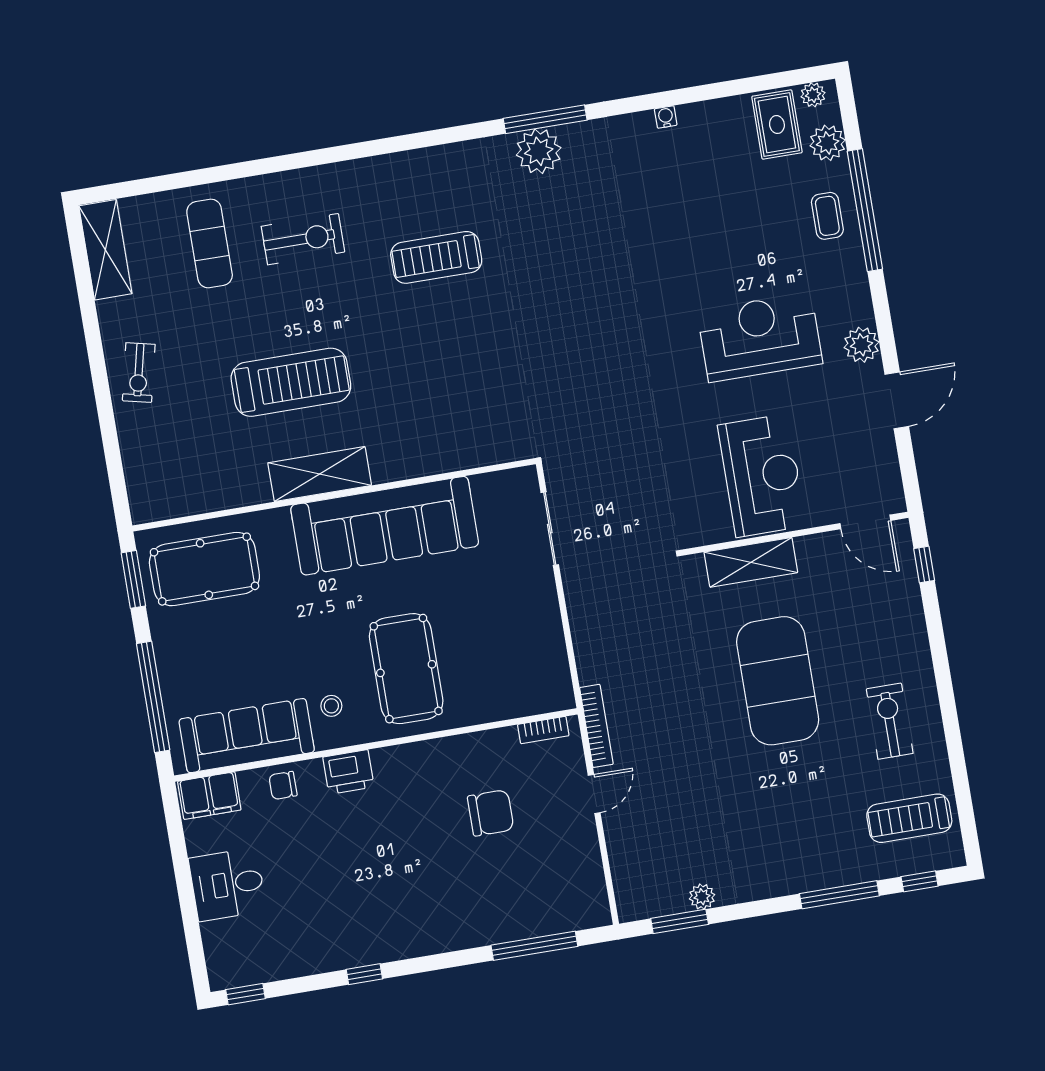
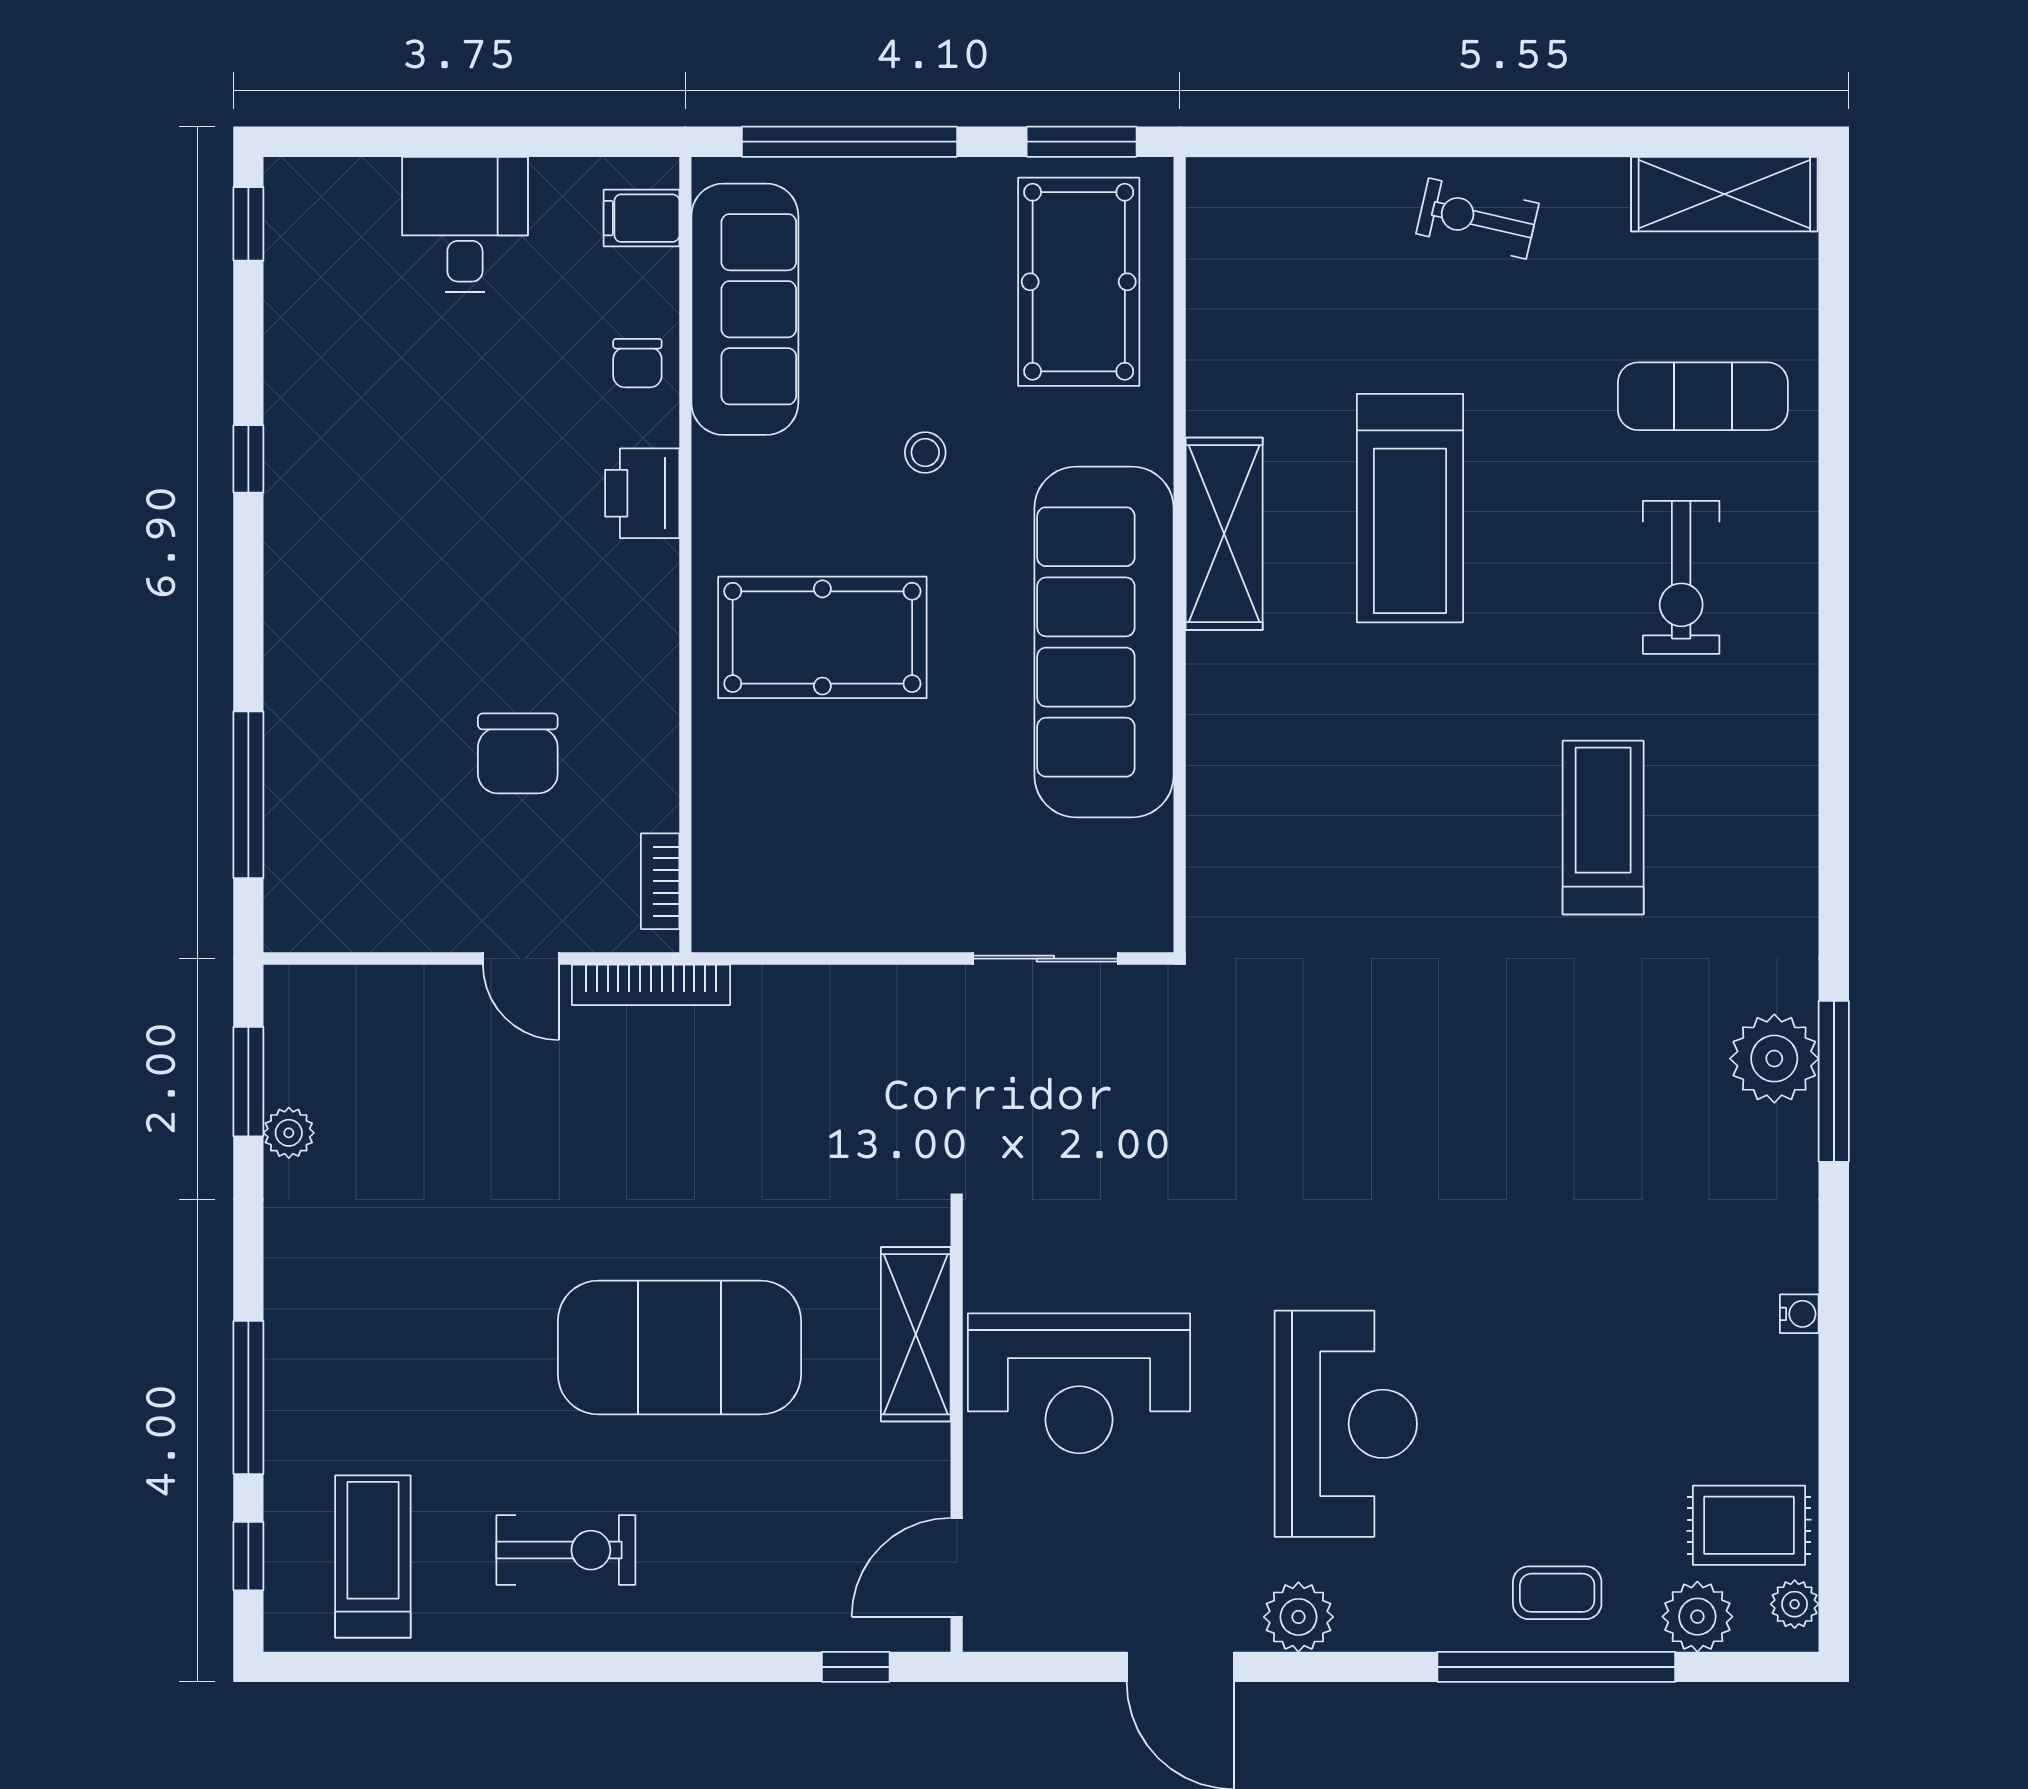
stool: (331, 706) -> (925, 452), moved
chair: (283, 785) -> (637, 363), turned 180
filing cabinet: (209, 796) -> (642, 218), width x0.50

